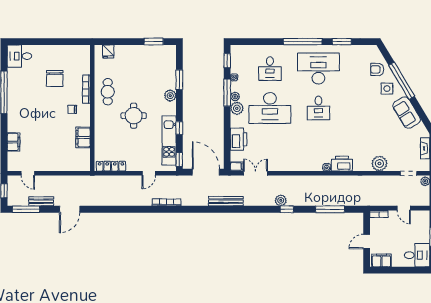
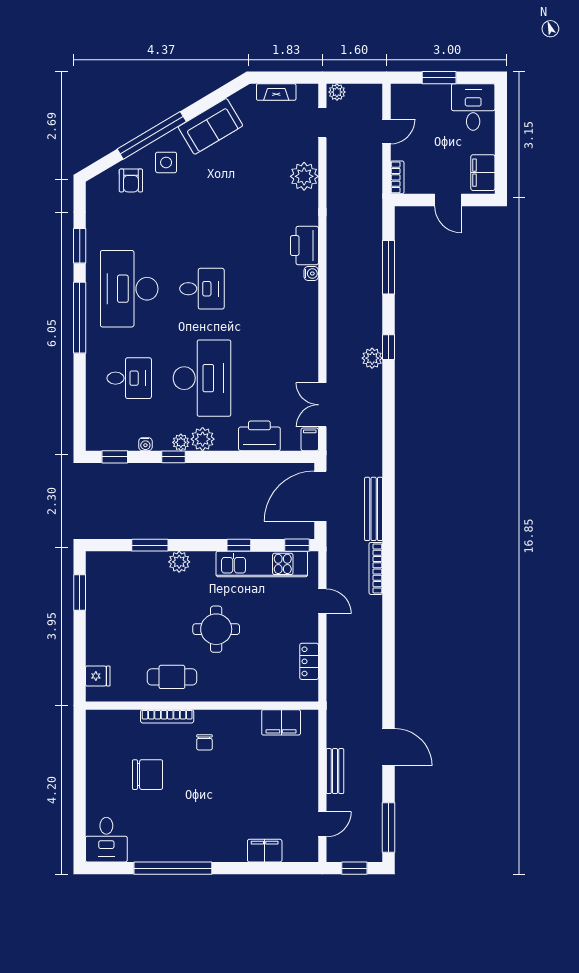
window: (227, 93) -> (174, 457), width x0.46
filing cabinet: (83, 137) -> (281, 722), moved
locker: (111, 166) -> (309, 661), width x0.66
bench: (41, 201) -> (335, 771), moved
bench: (226, 201) -> (374, 509), moved

